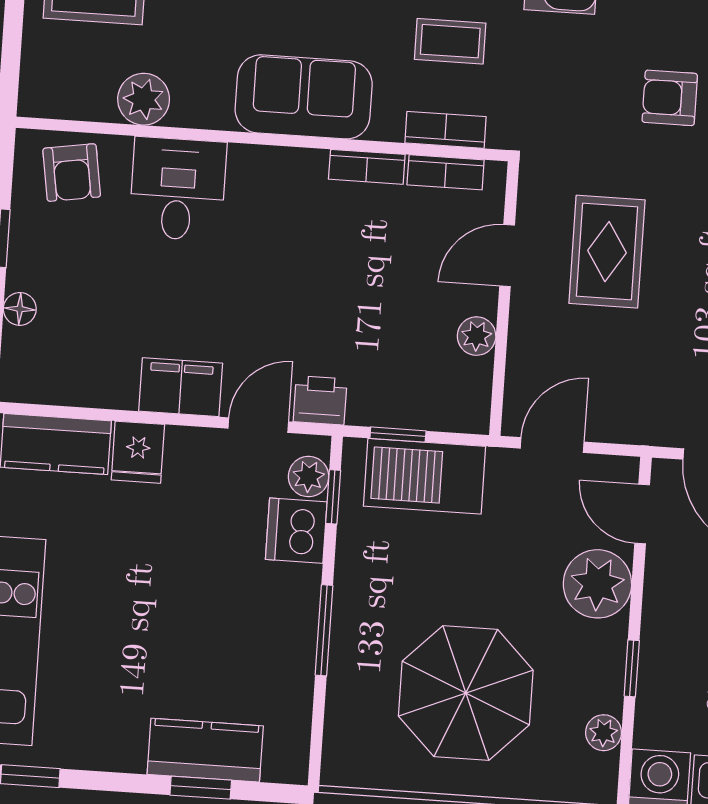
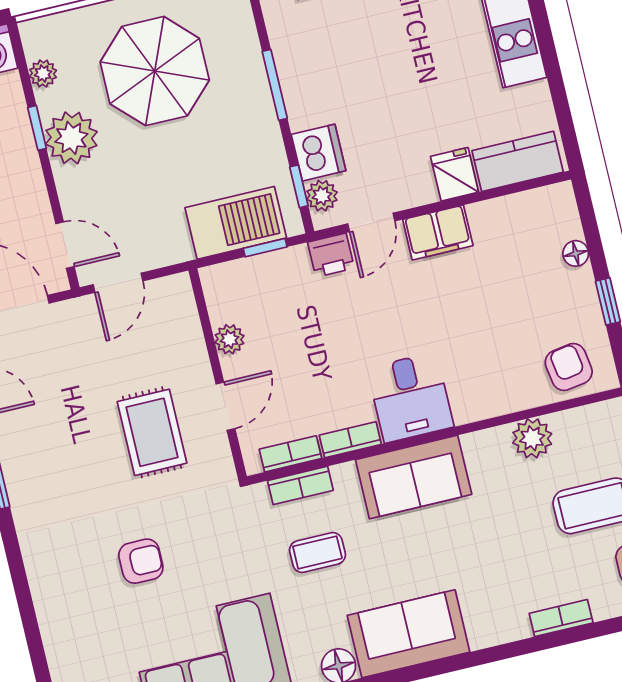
desk: (178, 189) -> (410, 397), moved
door: (552, 445) -> (118, 283), moved
plant: (597, 584) -> (71, 138), moved

